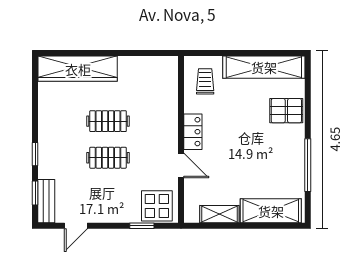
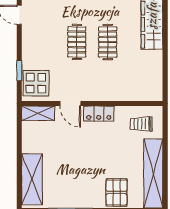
trolley: (205, 81) -> (141, 124), turned 180
door: (181, 165) -> (70, 104), hinge flipped
shelving: (219, 214) -> (38, 113), moved, turned 90

